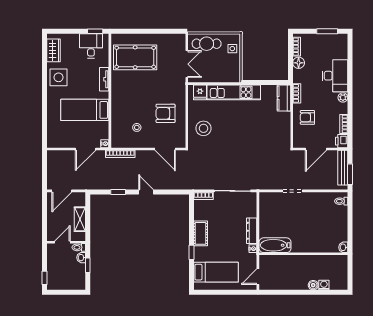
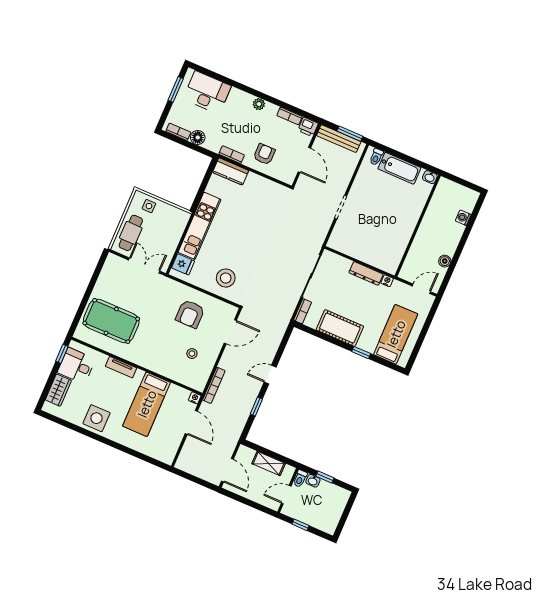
wardrobe: (54, 50) -> (58, 390), moved, turned 90
pool table: (135, 57) -> (111, 321), turned 90
desk: (335, 76) -> (207, 92), moved
armchair: (307, 117) -> (264, 154), turned 180
cot: (201, 233) -> (340, 328), width x1.37, depth x1.34
door: (62, 242) -> (286, 495), hinge flipped
bathtub: (275, 245) -> (399, 168), moved, turned -90
door: (258, 277) -> (421, 289), swing flipped
window: (45, 278) -> (300, 525), moved
boiler: (313, 285) -> (445, 261), moved

